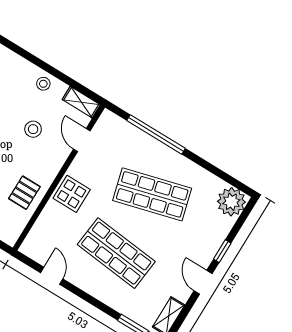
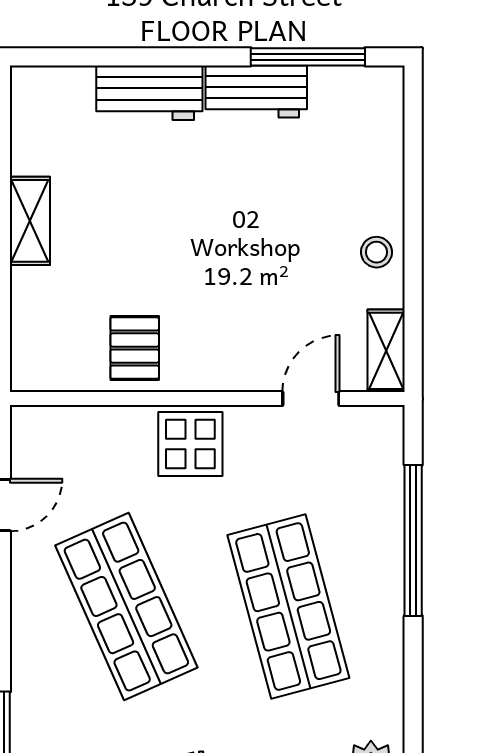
stool: (33, 129) -> (273, 287), removed
pallet: (24, 193) -> (135, 348), turned 90
shop shelf: (116, 253) -> (126, 607), turned -30

